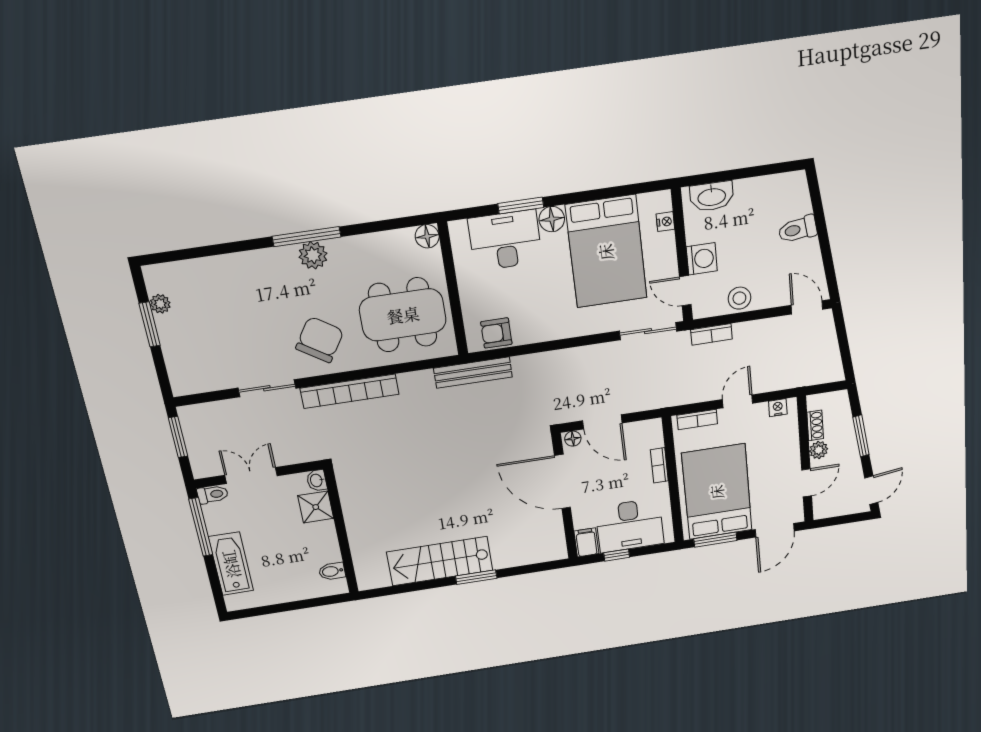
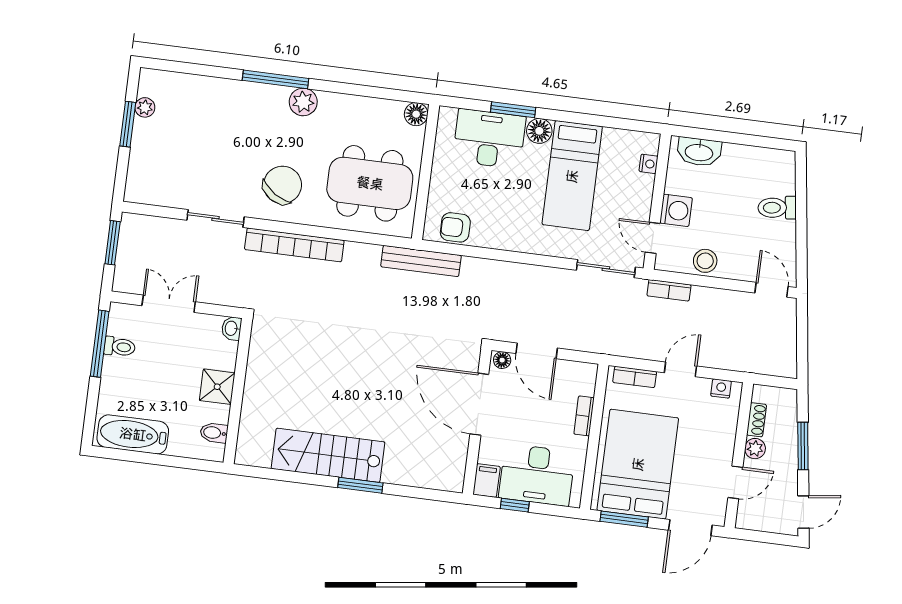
window: (307, 237) -> (276, 79), moved
bed: (606, 252) -> (572, 176), width x0.67
toilet: (213, 494) -> (120, 347), moved
shower: (316, 507) -> (217, 387), moved
bathtub: (231, 564) -> (133, 434), moved, turned -90

